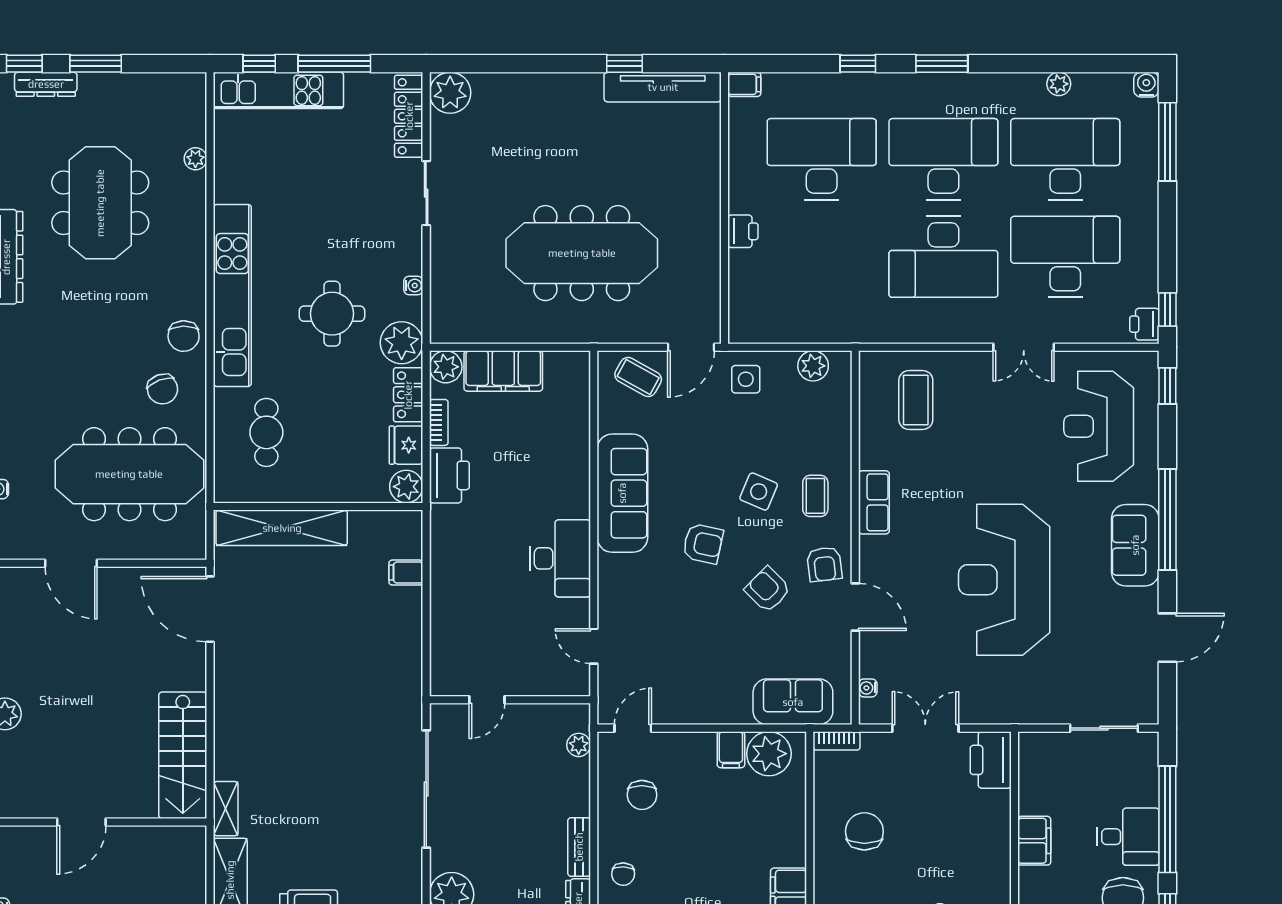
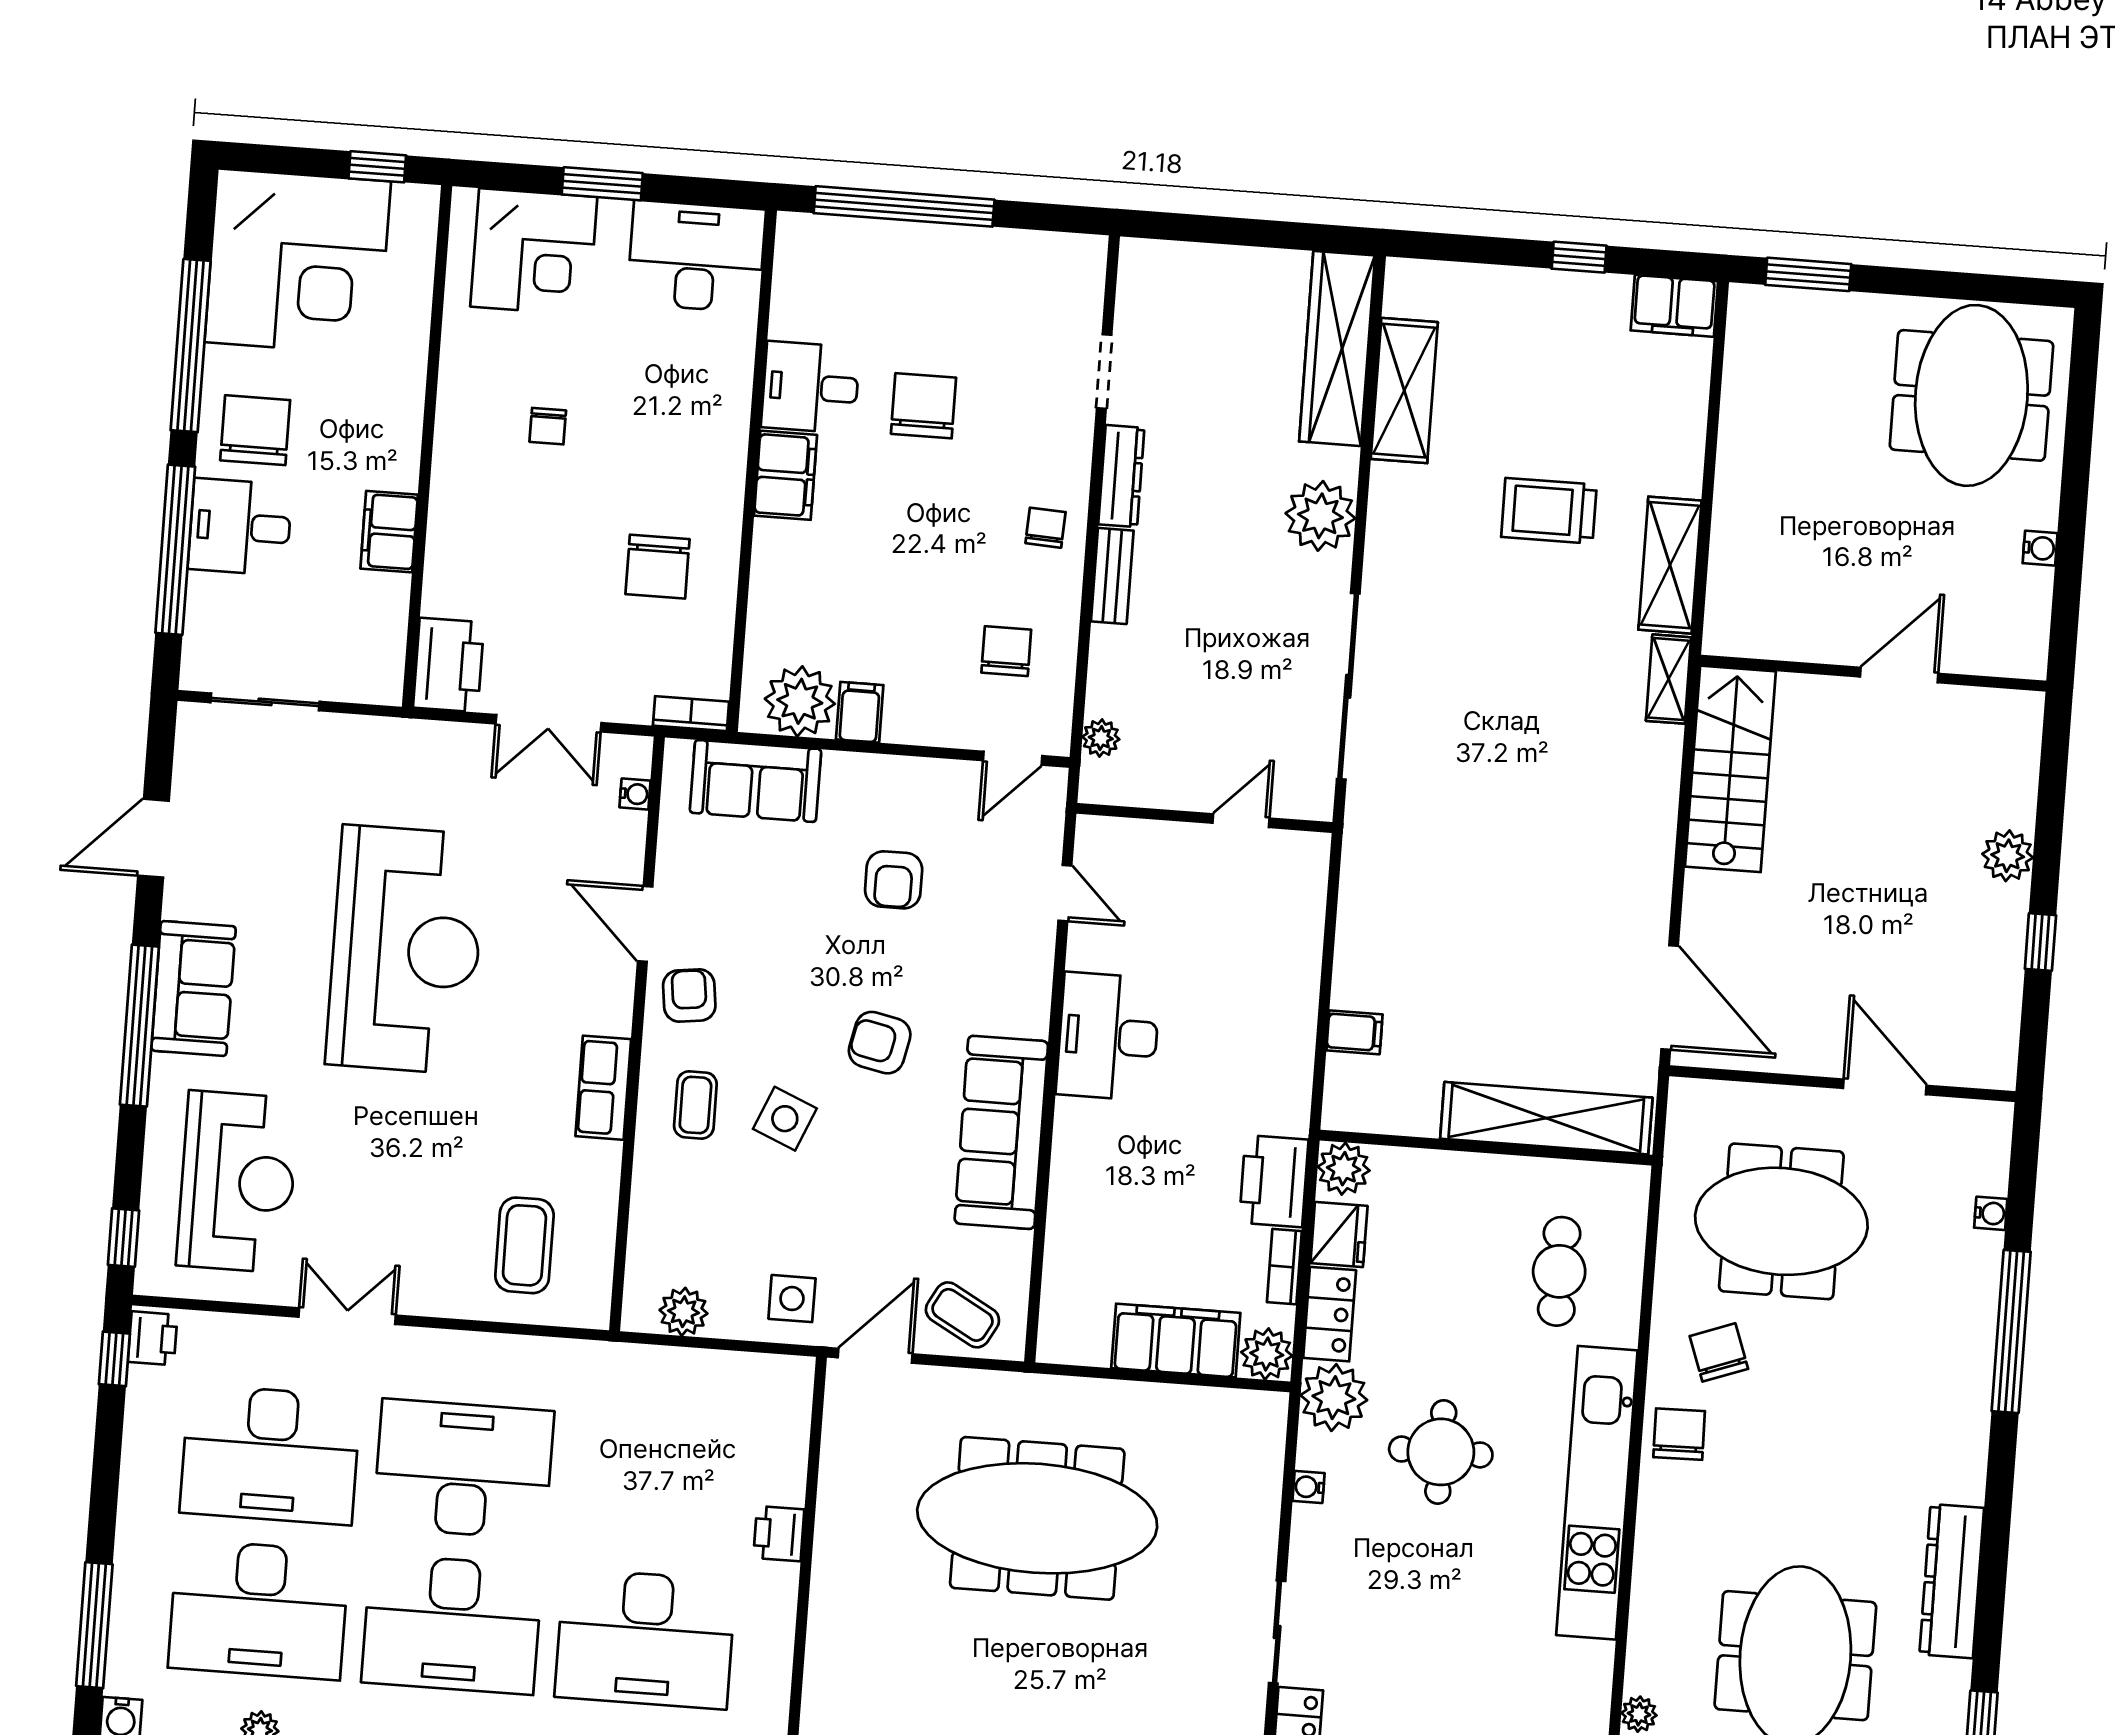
meeting table: (129, 474) -> (1781, 1221), width x0.73
armchair: (768, 590) -> (894, 880), moved, turned 45

